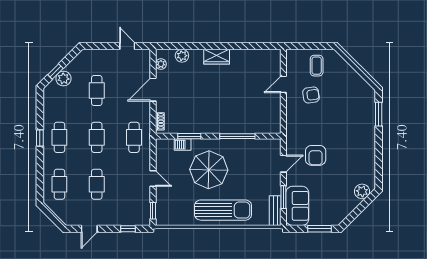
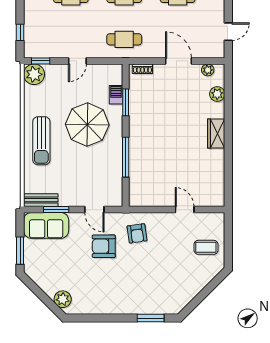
armchair: (311, 95) -> (137, 233), moved
sun lounger: (223, 210) -> (41, 141), width x0.73, depth x0.75
plant: (165, 216) -> (34, 74), added

